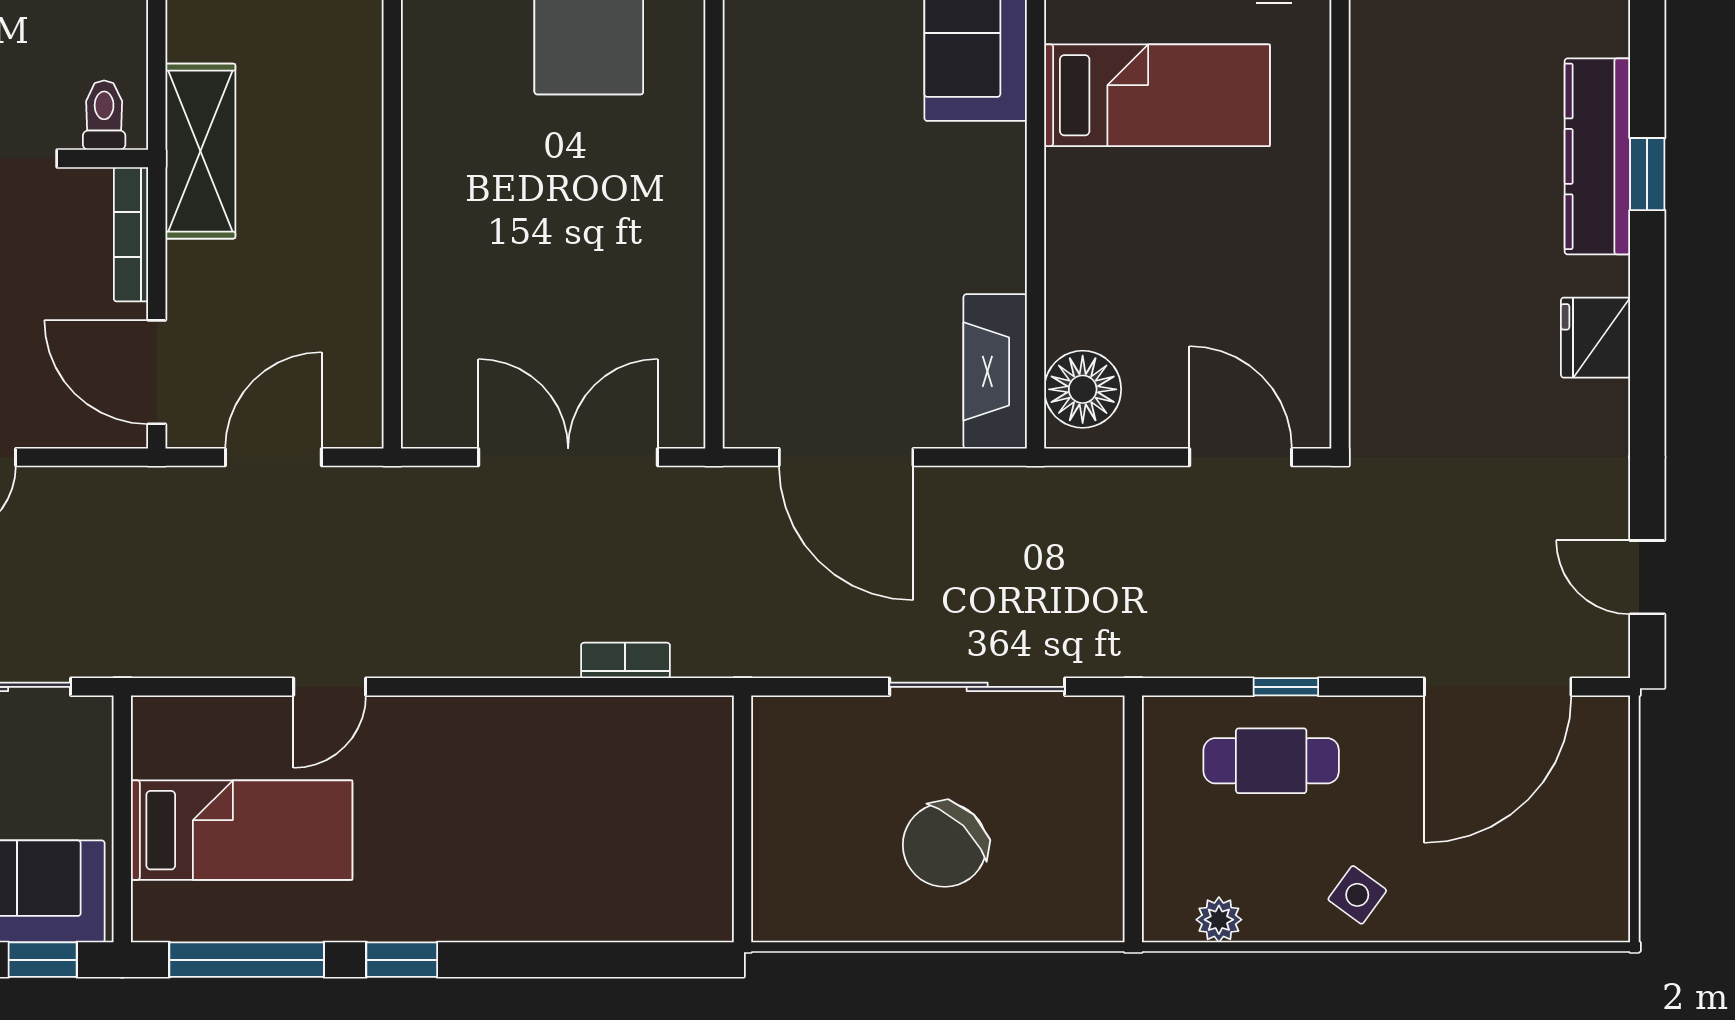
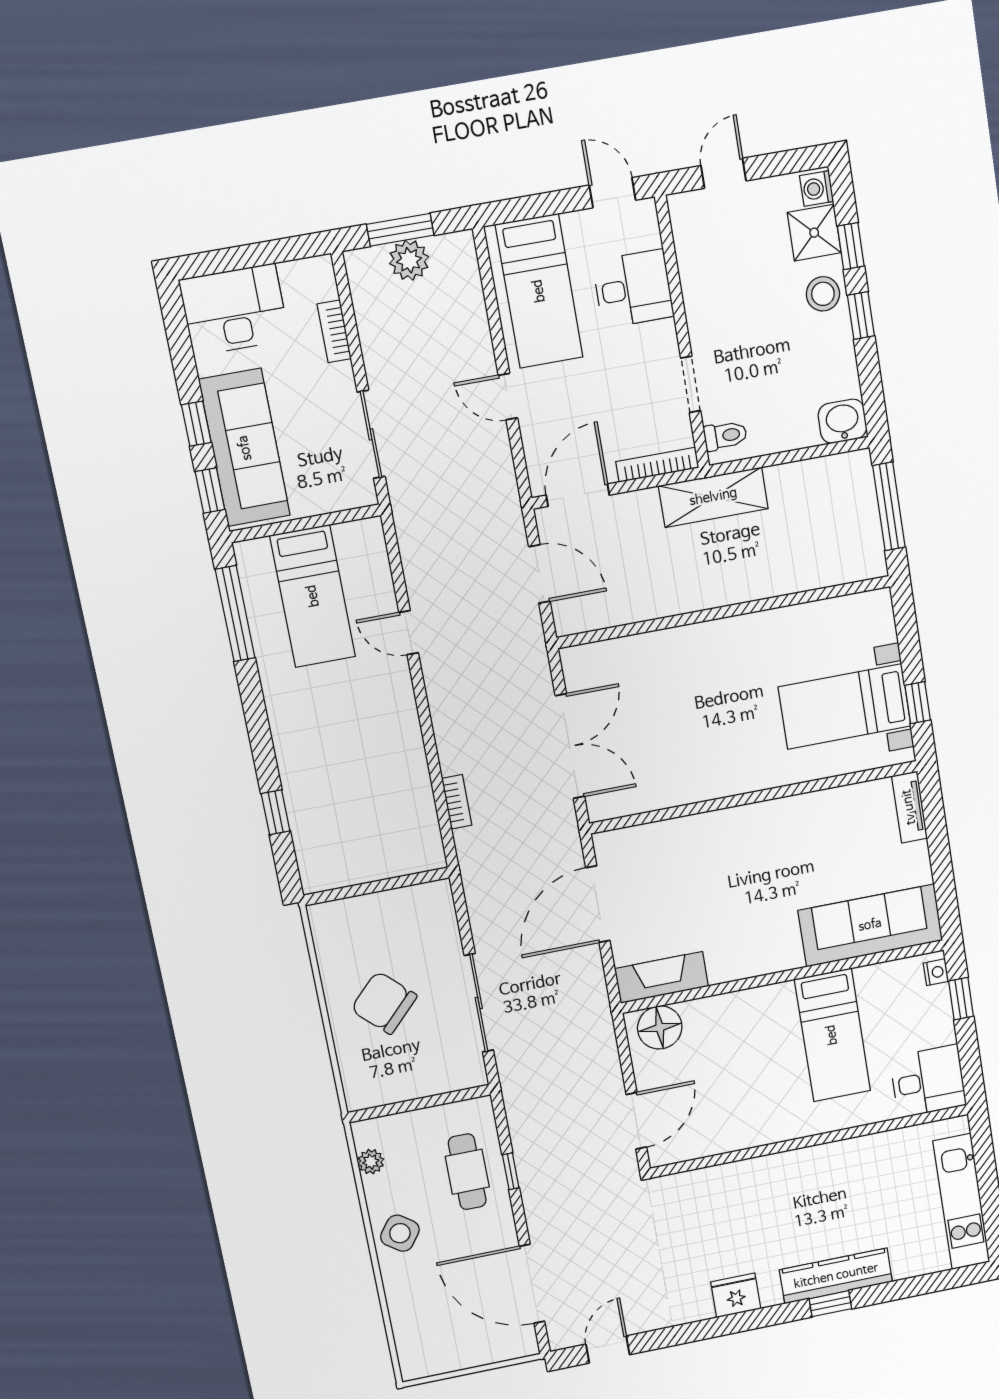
side table: (1357, 895) -> (400, 1233), width x1.37, depth x1.37
window: (402, 960) -> (276, 812), moved

